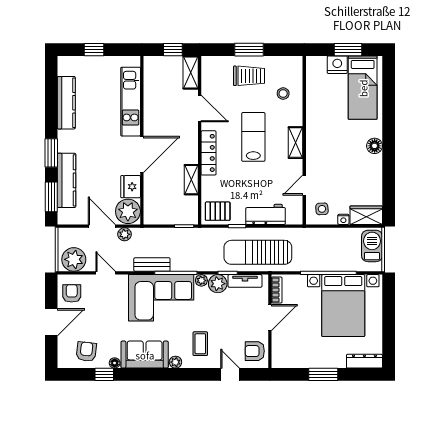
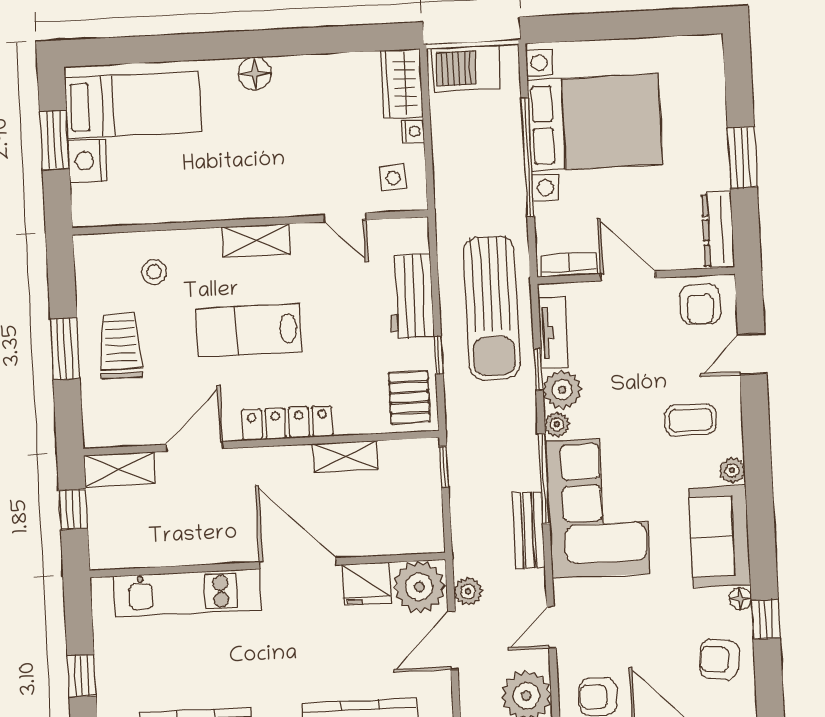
dresser: (364, 361) -> (718, 230), moved

